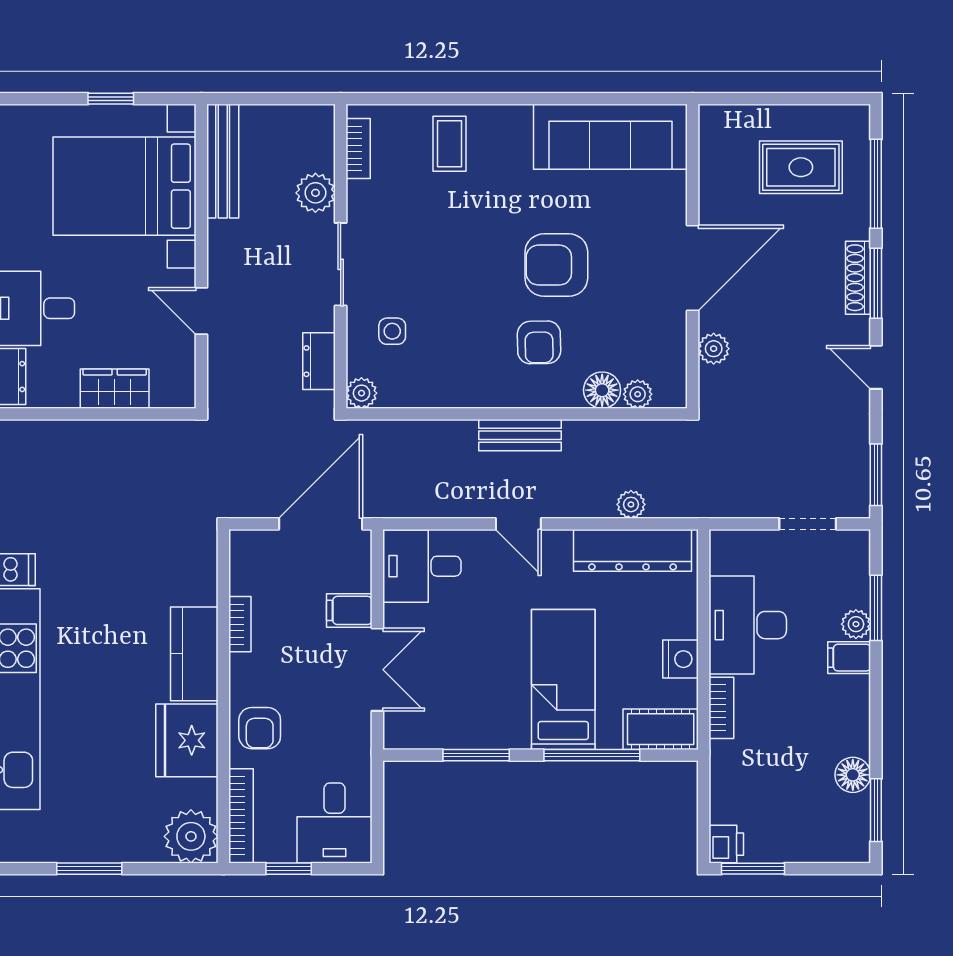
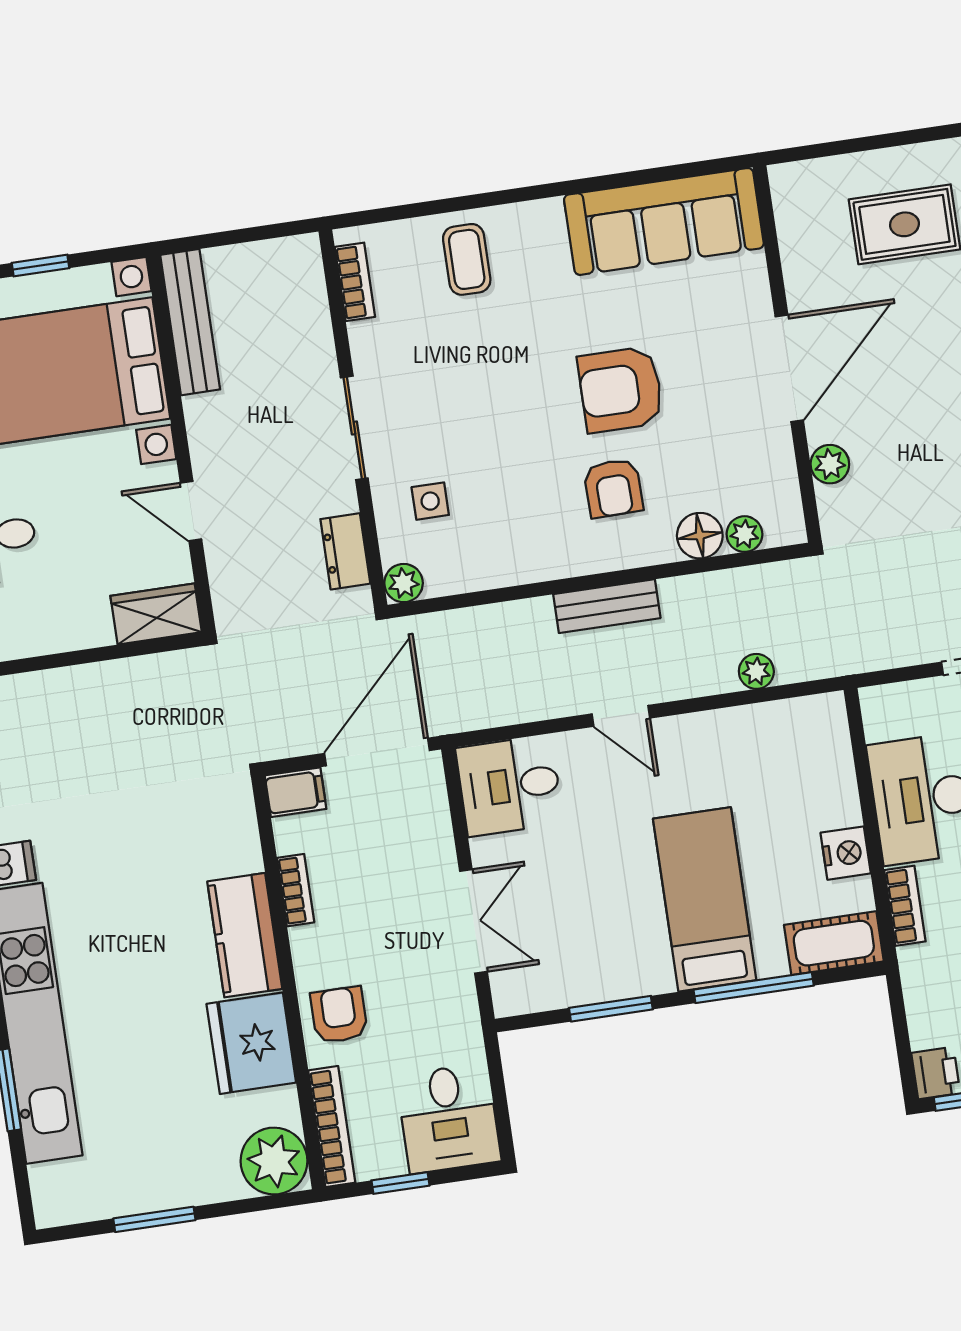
plant: (315, 193) -> (310, 344), removed
wardrobe: (115, 389) -> (156, 614), moved
dresser: (633, 550) -> (767, 728), removed
filing cabinet: (349, 610) -> (296, 792), moved, turned 180
armchair: (260, 728) -> (339, 1015), turned 180

